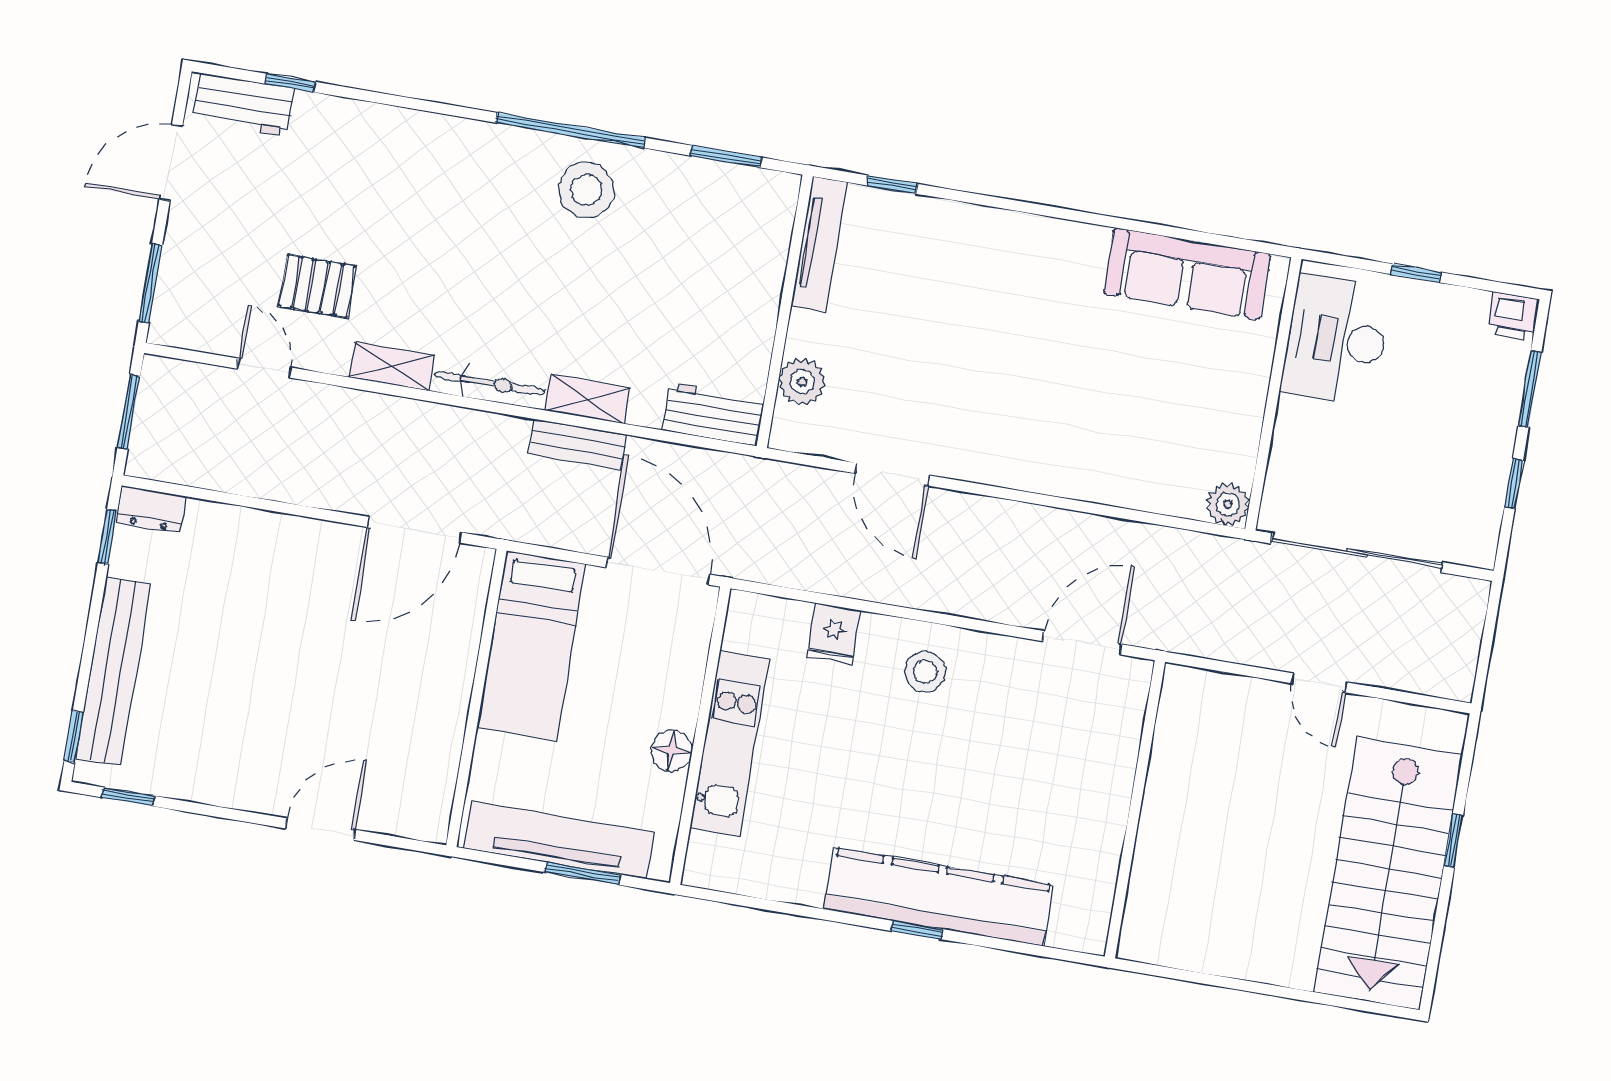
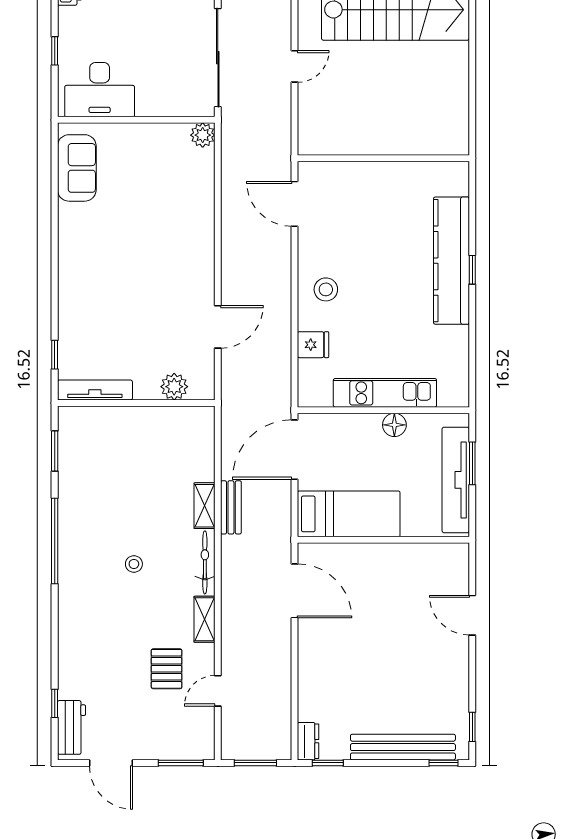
stool: (586, 190) -> (134, 564), moved, width x0.53, depth x0.53
sofa: (1187, 274) -> (77, 168), width x0.73
workbench: (714, 414) -> (201, 433), removed

